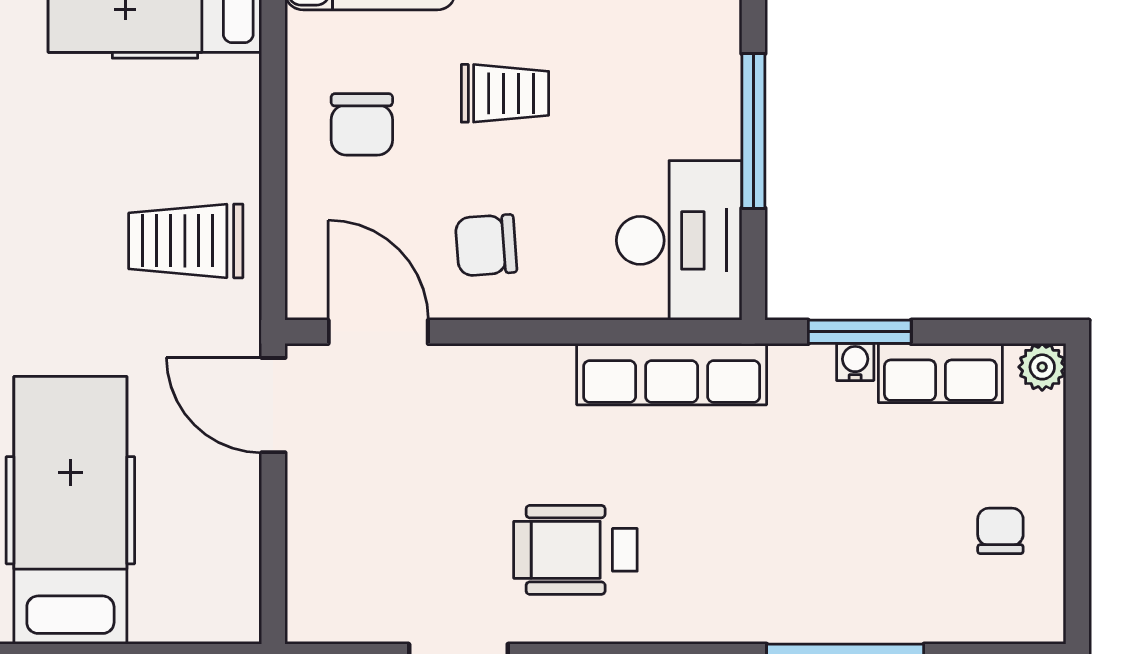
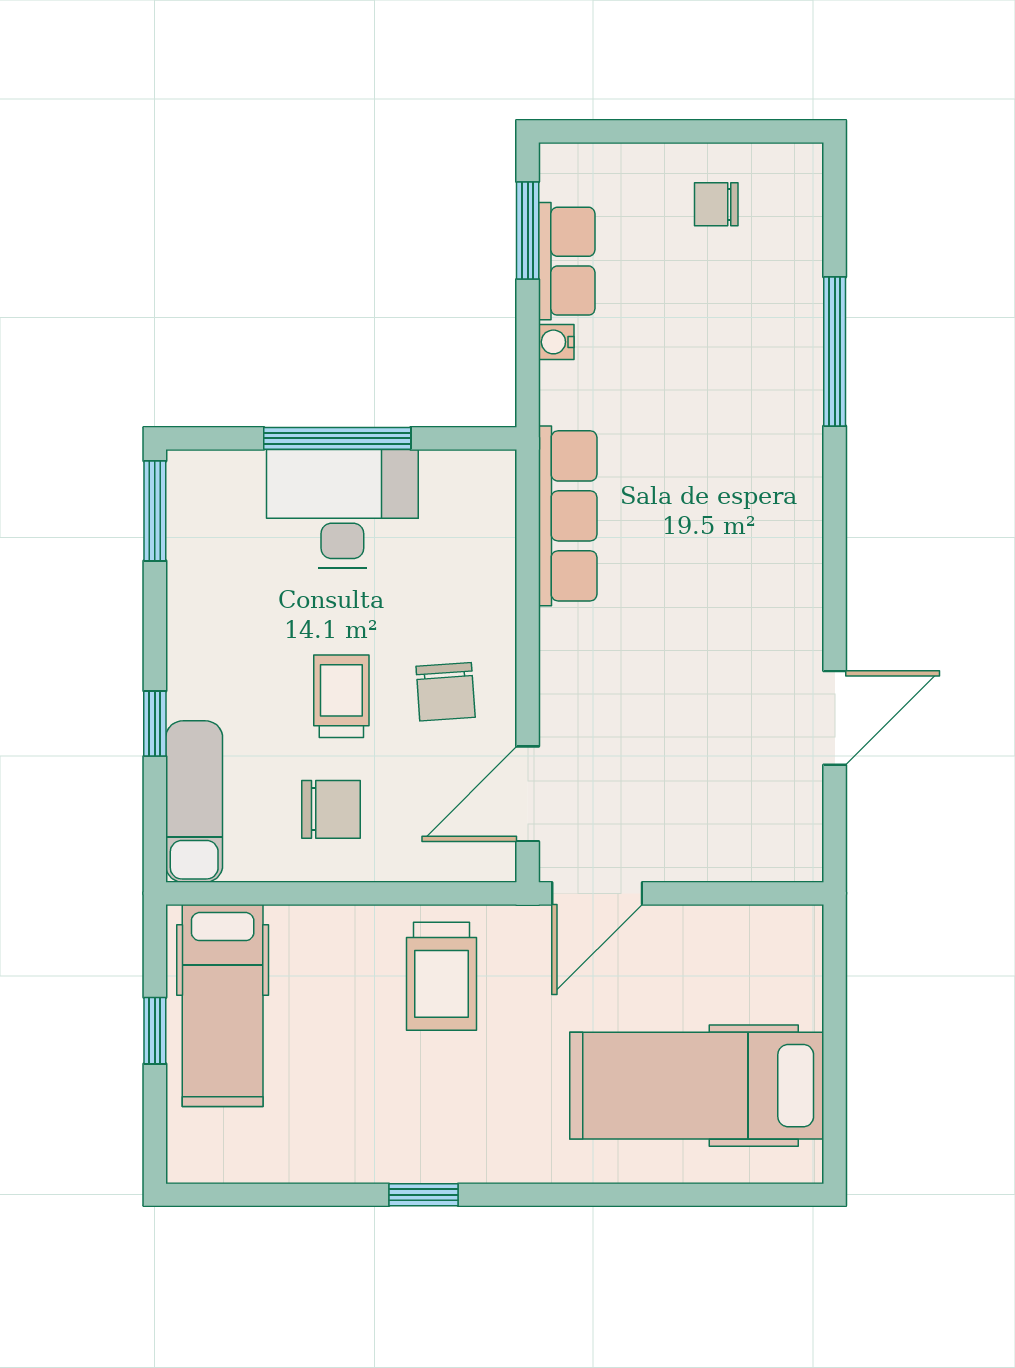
trolley: (505, 93) -> (341, 696), moved
desk: (679, 240) -> (342, 509), moved
window: (860, 332) -> (528, 231), moved
plant: (1042, 367) -> (561, 165), removed
wheelchair: (575, 550) -> (734, 607), removed

